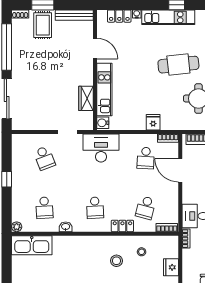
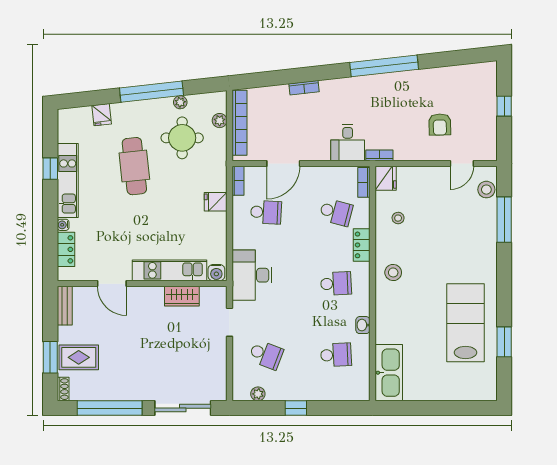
bench: (74, 15) -> (65, 306), width x0.73
door: (95, 49) -> (112, 284), swing flipped
school desk: (44, 158) -> (266, 355), turned 42
plant: (17, 227) -> (258, 394), moved
stool: (116, 261) -> (393, 272), moved
fridge: (171, 267) -> (386, 178), moved, turned -90

